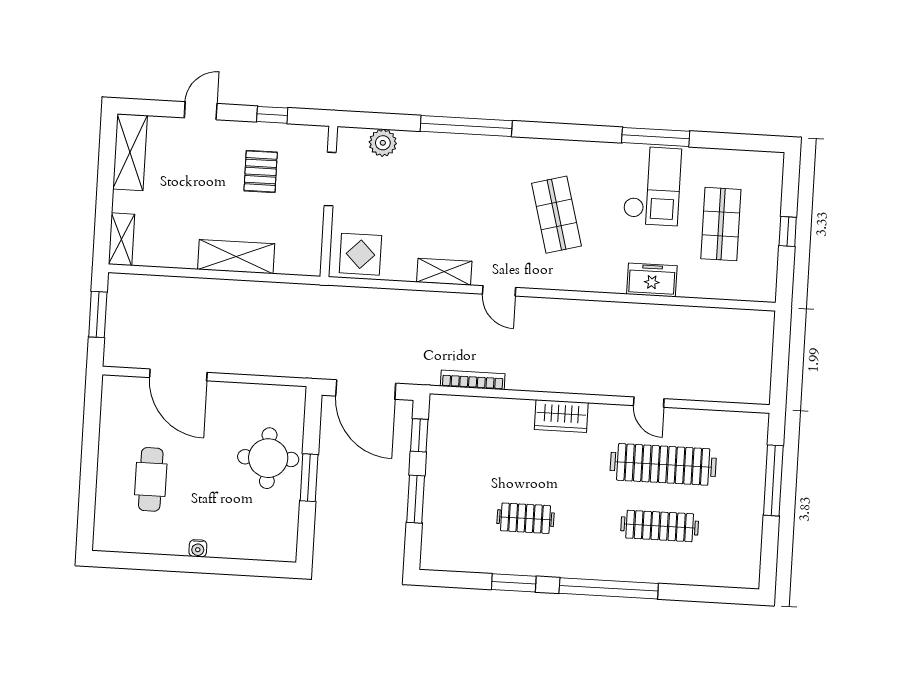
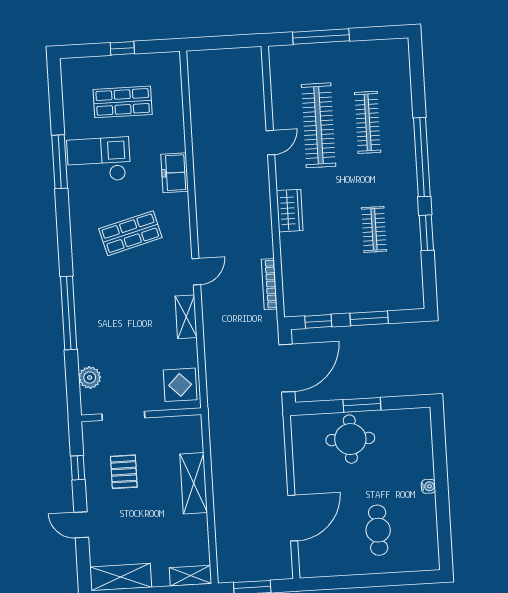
pallet: (261, 171) -> (124, 472), turned 90
freezer: (652, 280) -> (175, 173), moved
cafe table: (151, 479) -> (378, 530), turned 90

